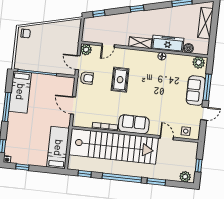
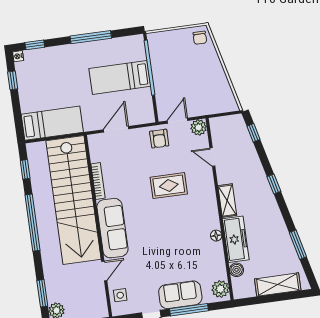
bed: (20, 92) -> (120, 77), moved
sofa: (134, 124) -> (112, 228), width x1.36
window: (156, 182) -> (42, 293), moved

